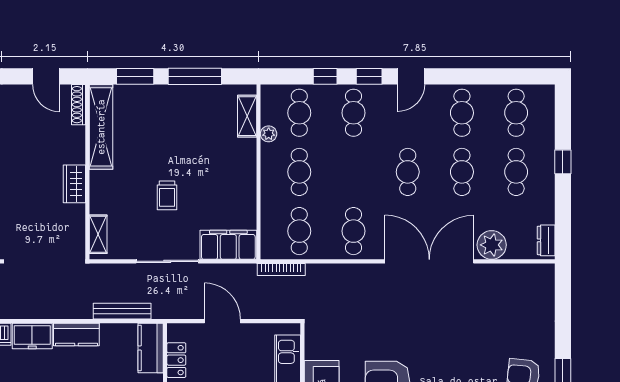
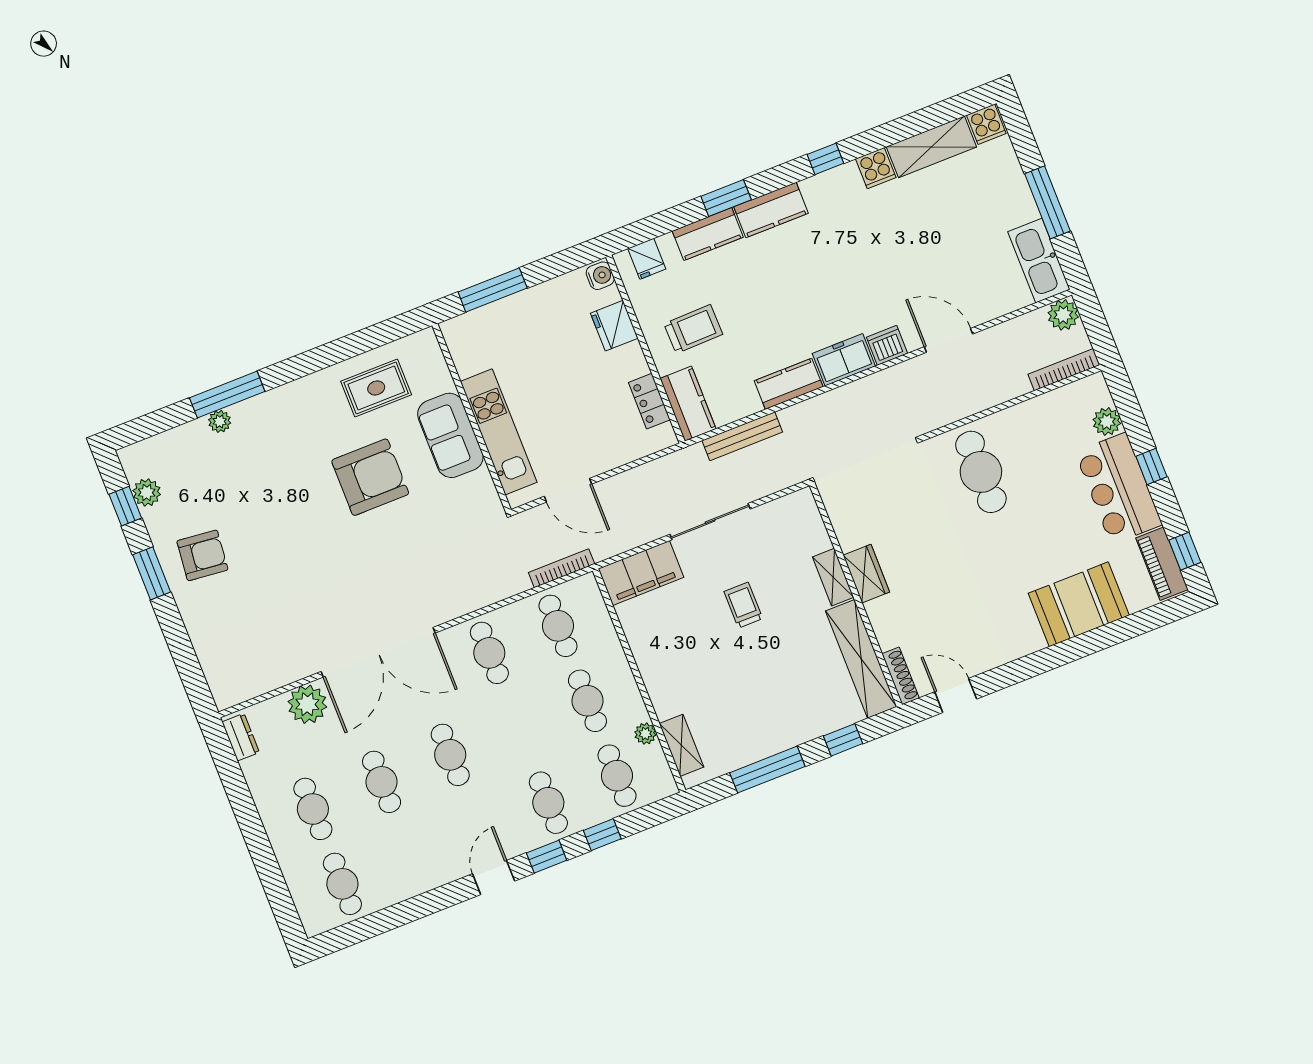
window: (135, 76) -> (843, 740), width x0.67
cafe table: (462, 113) -> (411, 857), removed
window: (563, 162) -> (259, 845), removed
shelving: (98, 234) -> (833, 577), moved
door: (222, 321) -> (568, 490), moved

